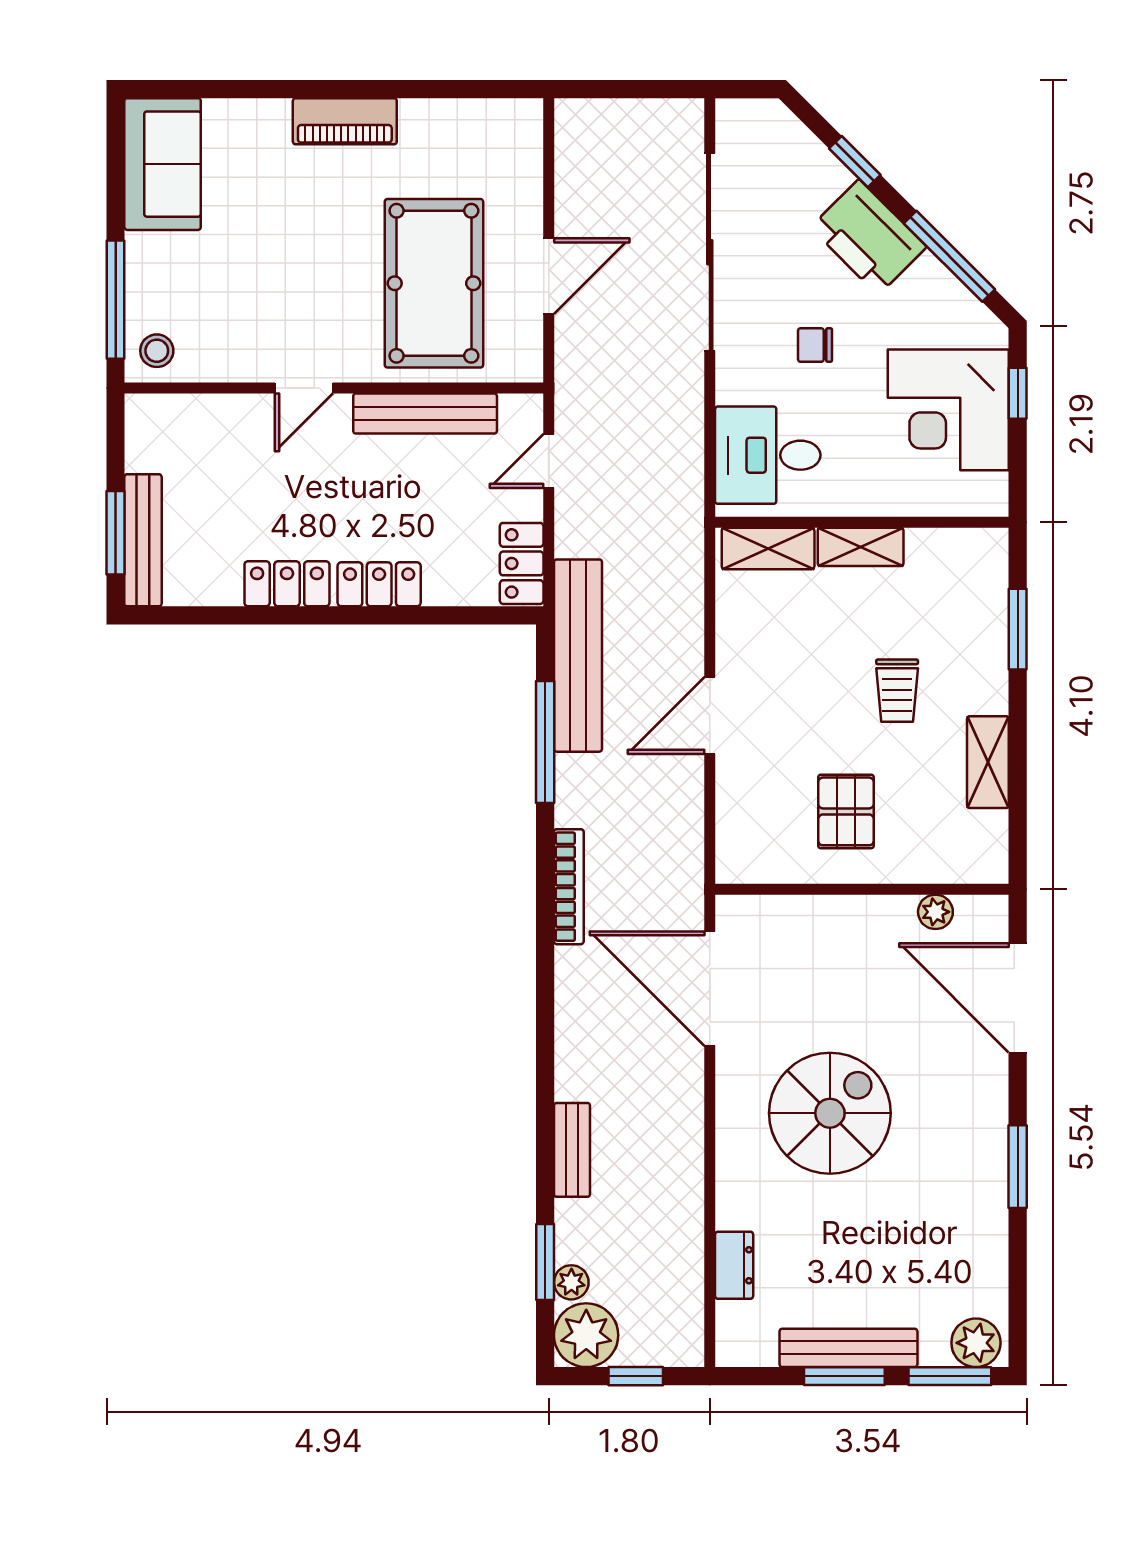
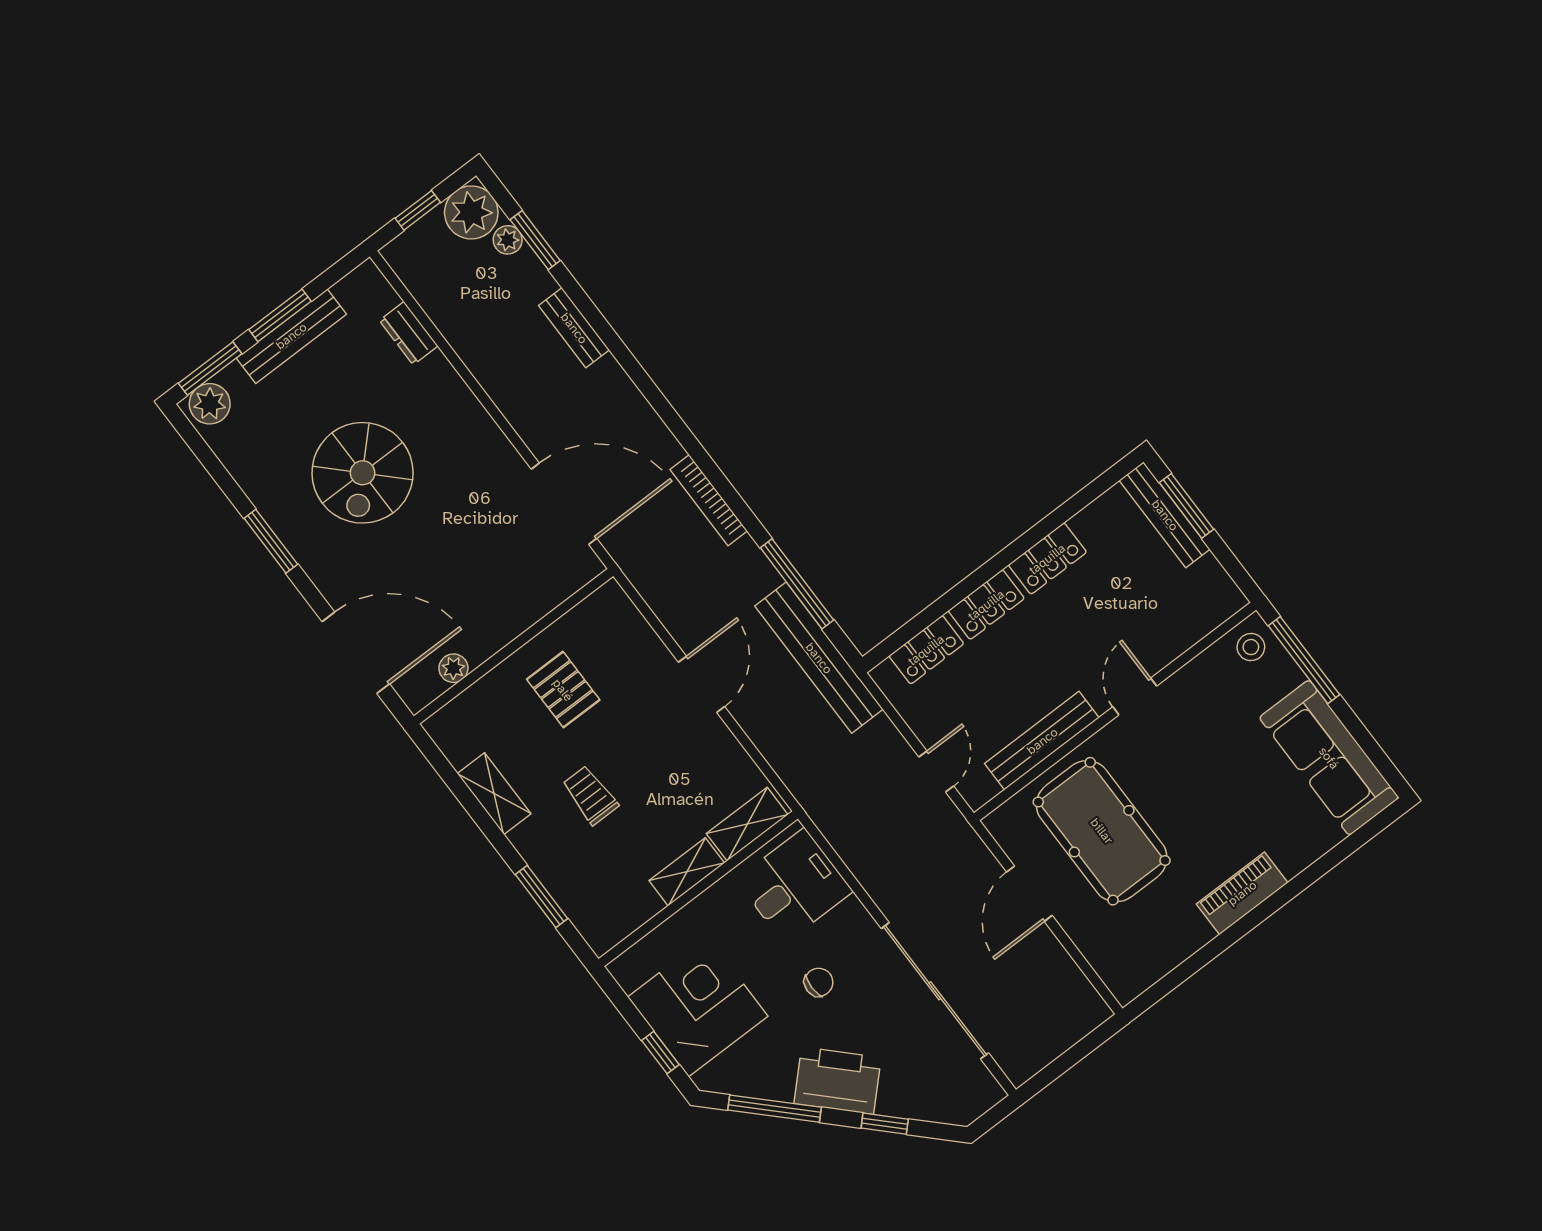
sofa: (163, 164) -> (1329, 758), width x1.36
locker: (522, 563) -> (926, 650), moved, turned 90
spiral stairs: (830, 1113) -> (363, 473), moved

